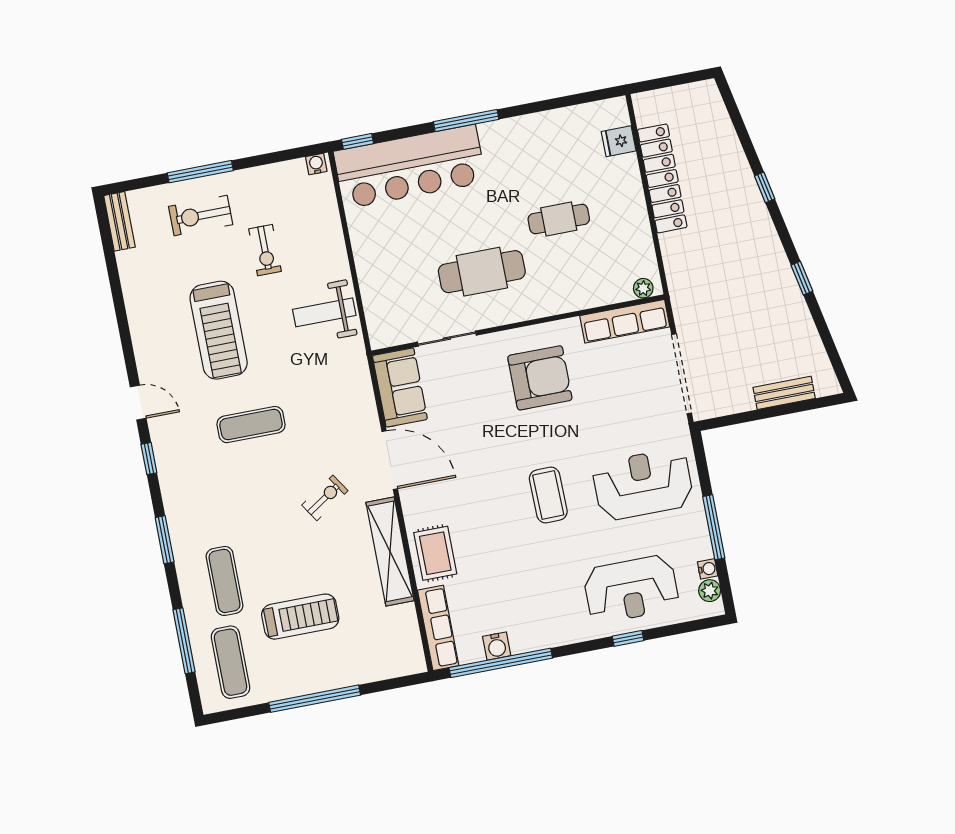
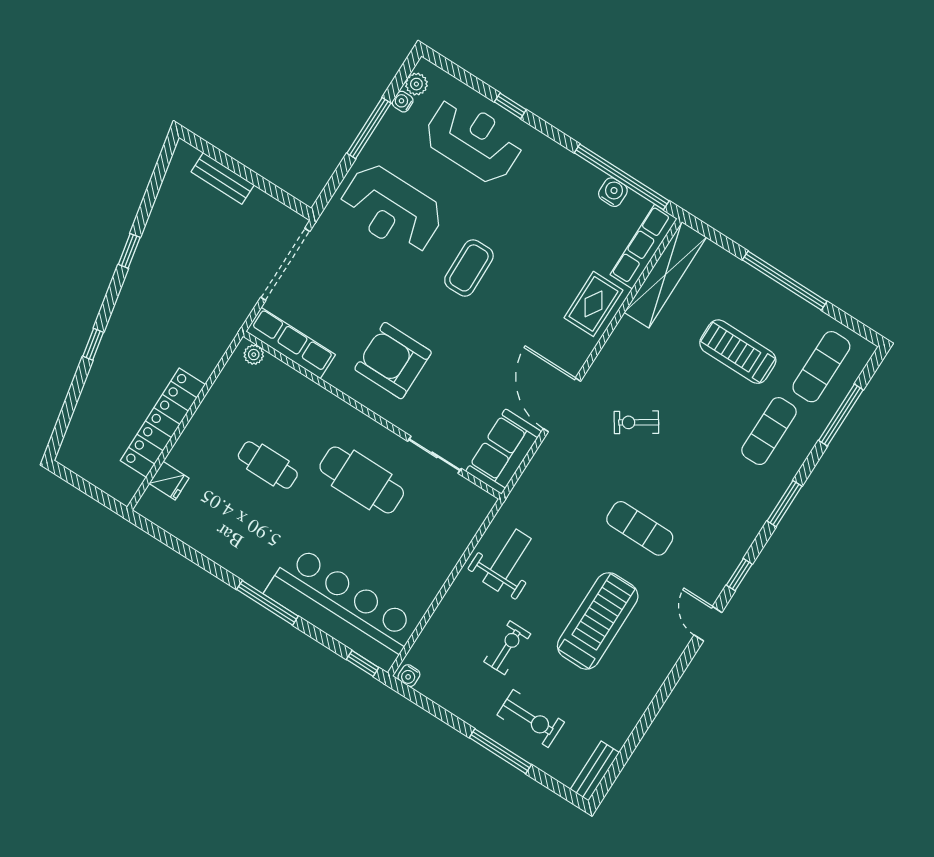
weight bench: (324, 312) -> (507, 560), turned -90
shelving: (390, 551) -> (665, 275), moved

